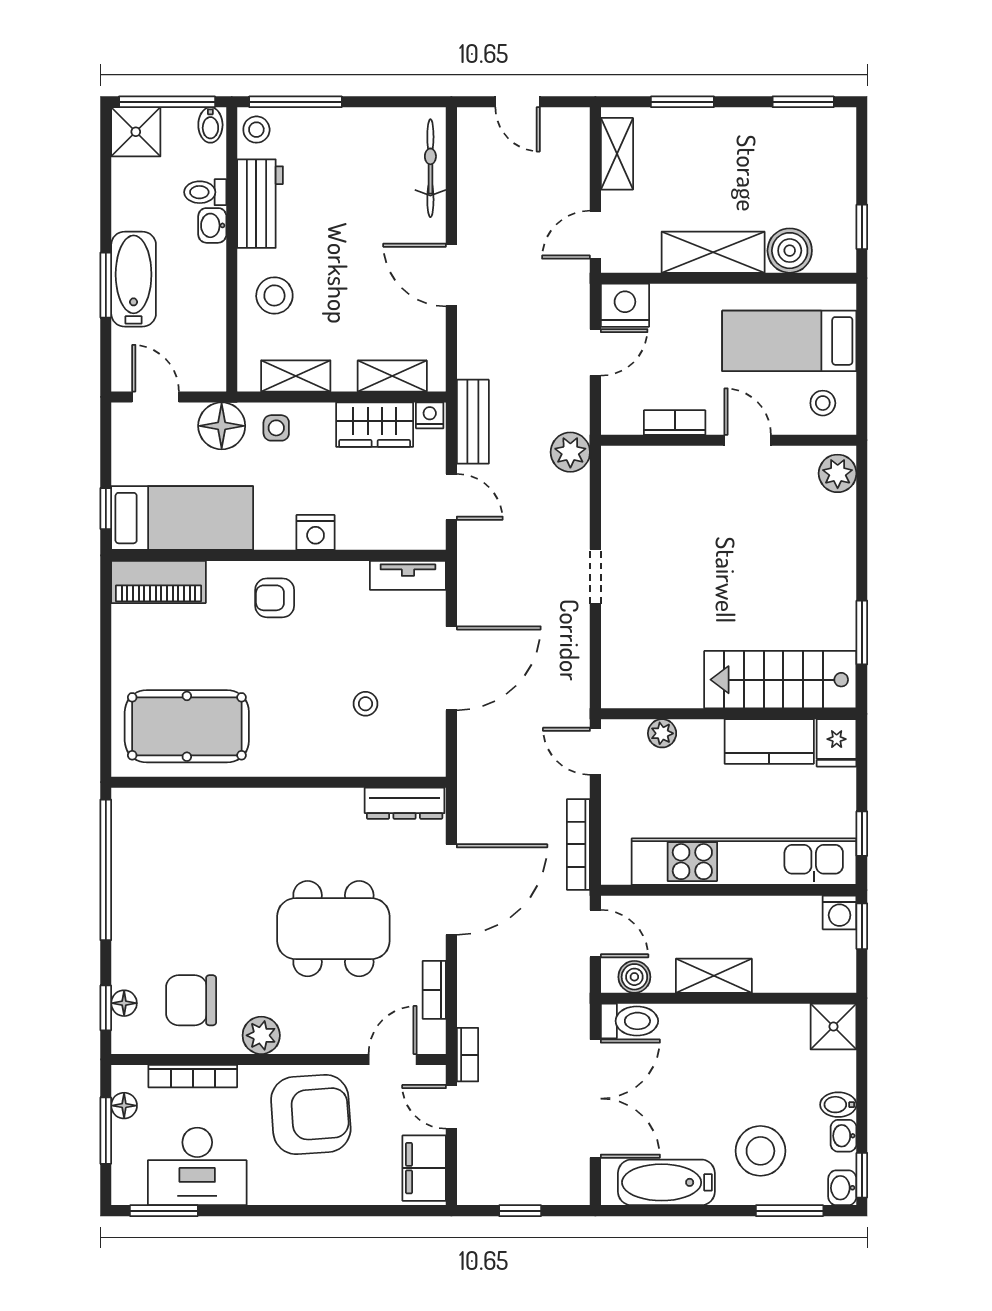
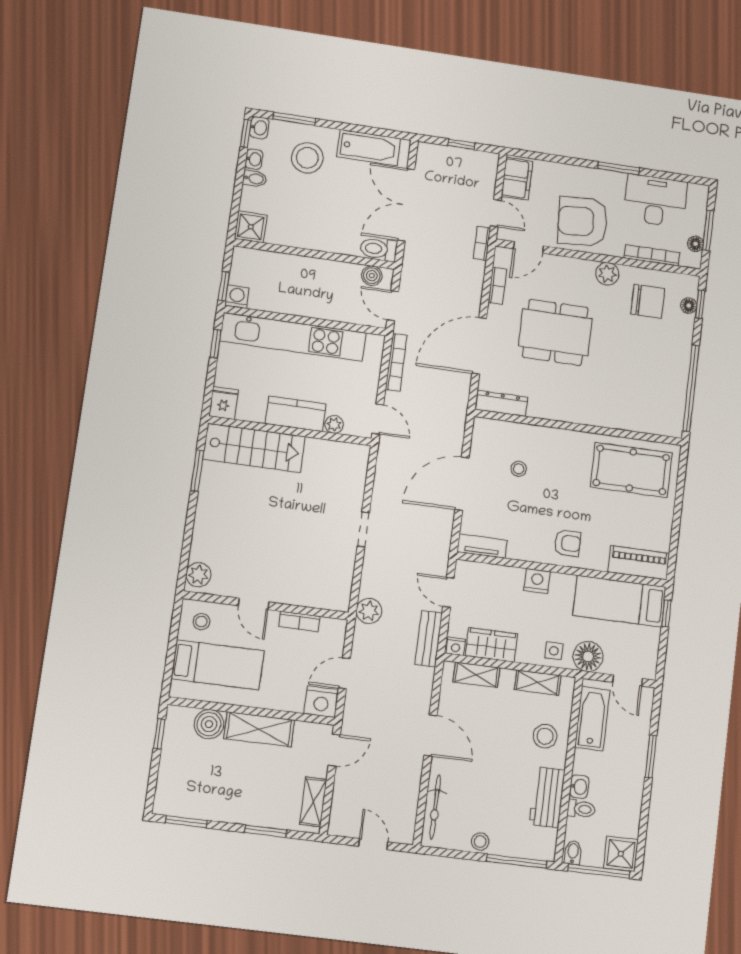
stool: (256, 130) -> (480, 841), moved
bathtub: (134, 279) -> (592, 719), moved, turned 180
kitchen counter: (769, 742) -> (296, 414), moved
shelving: (714, 976) -> (322, 269), removed
window: (164, 1211) -> (618, 168), moved

